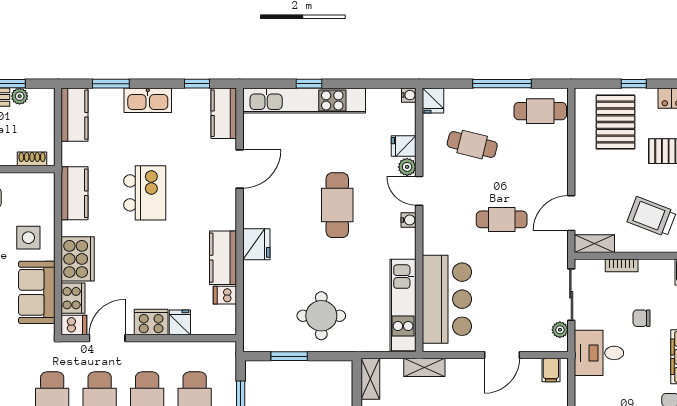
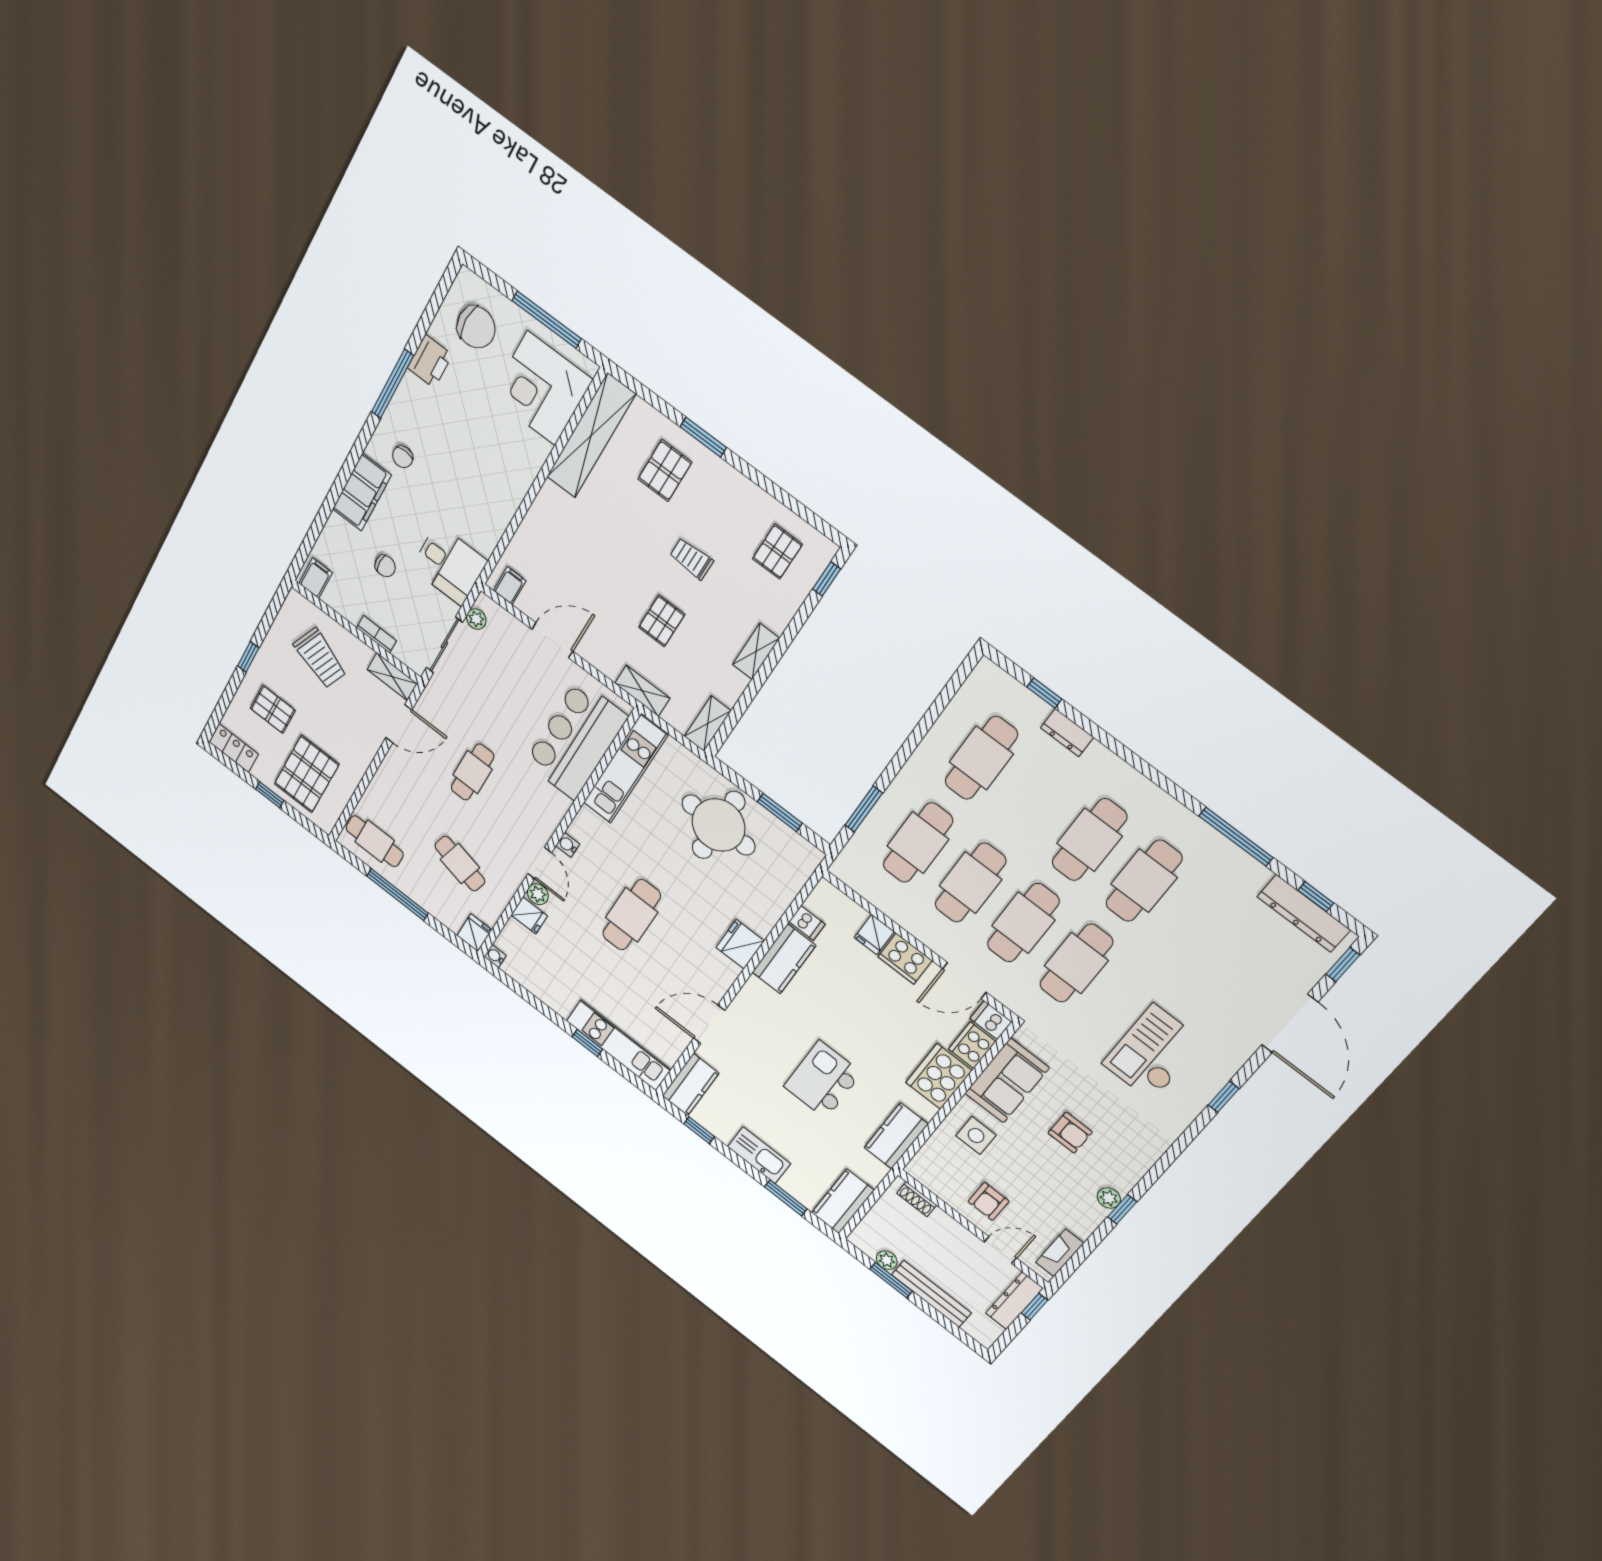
kitchen unit: (304, 100) -> (619, 1045), width x0.73
cafe table: (502, 219) -> (473, 772), turned 90
round table: (321, 316) -> (718, 825), width x1.36, depth x1.36

